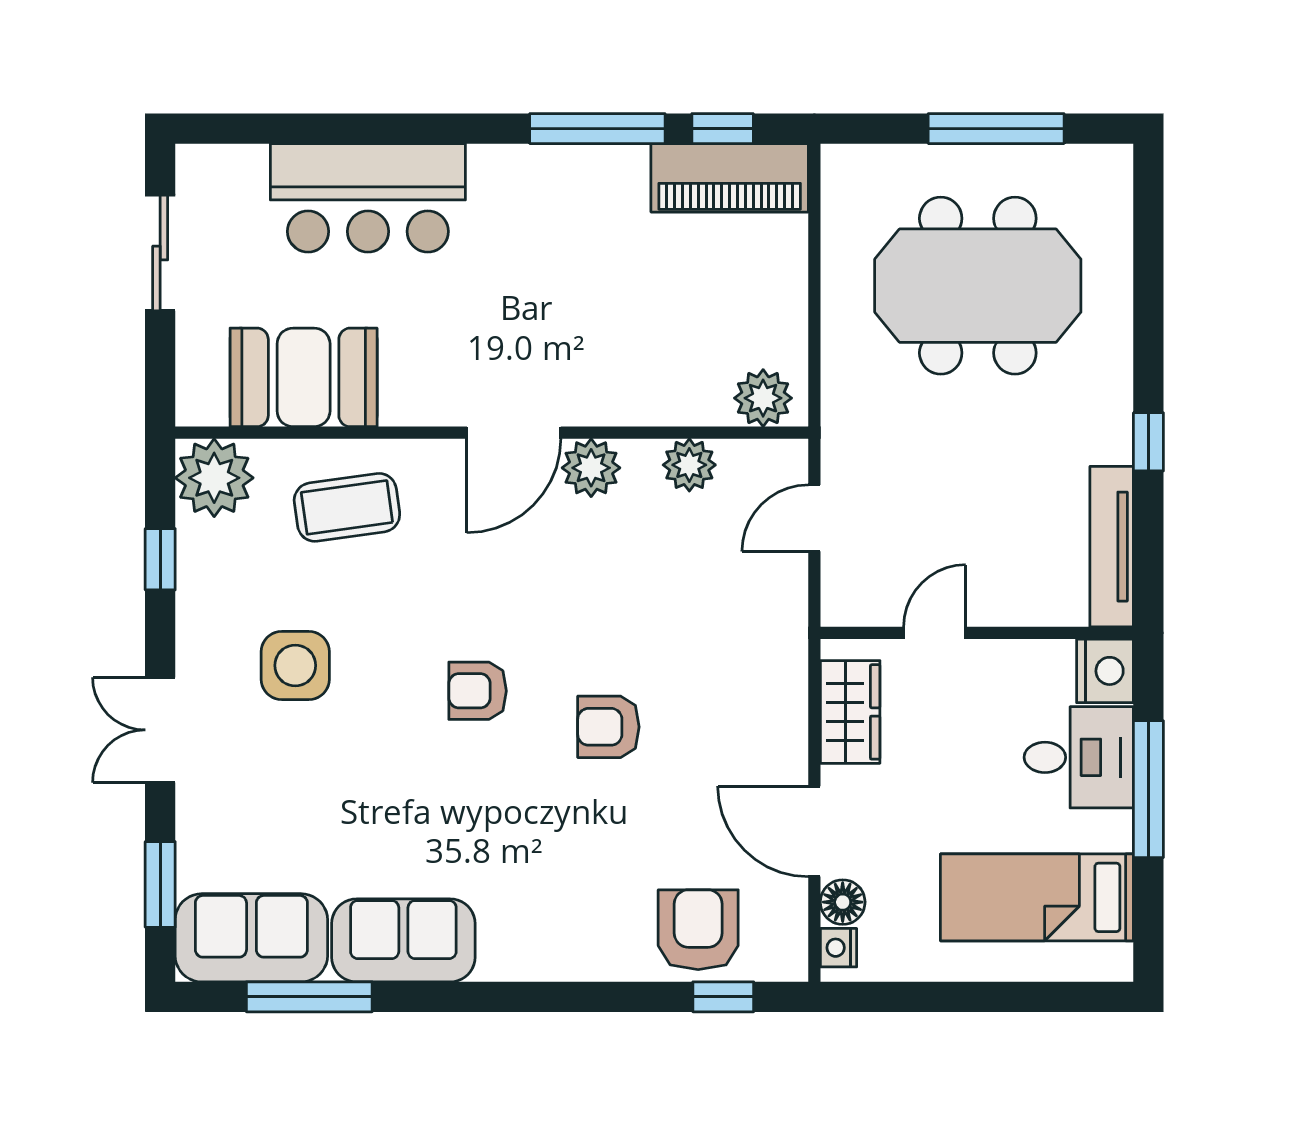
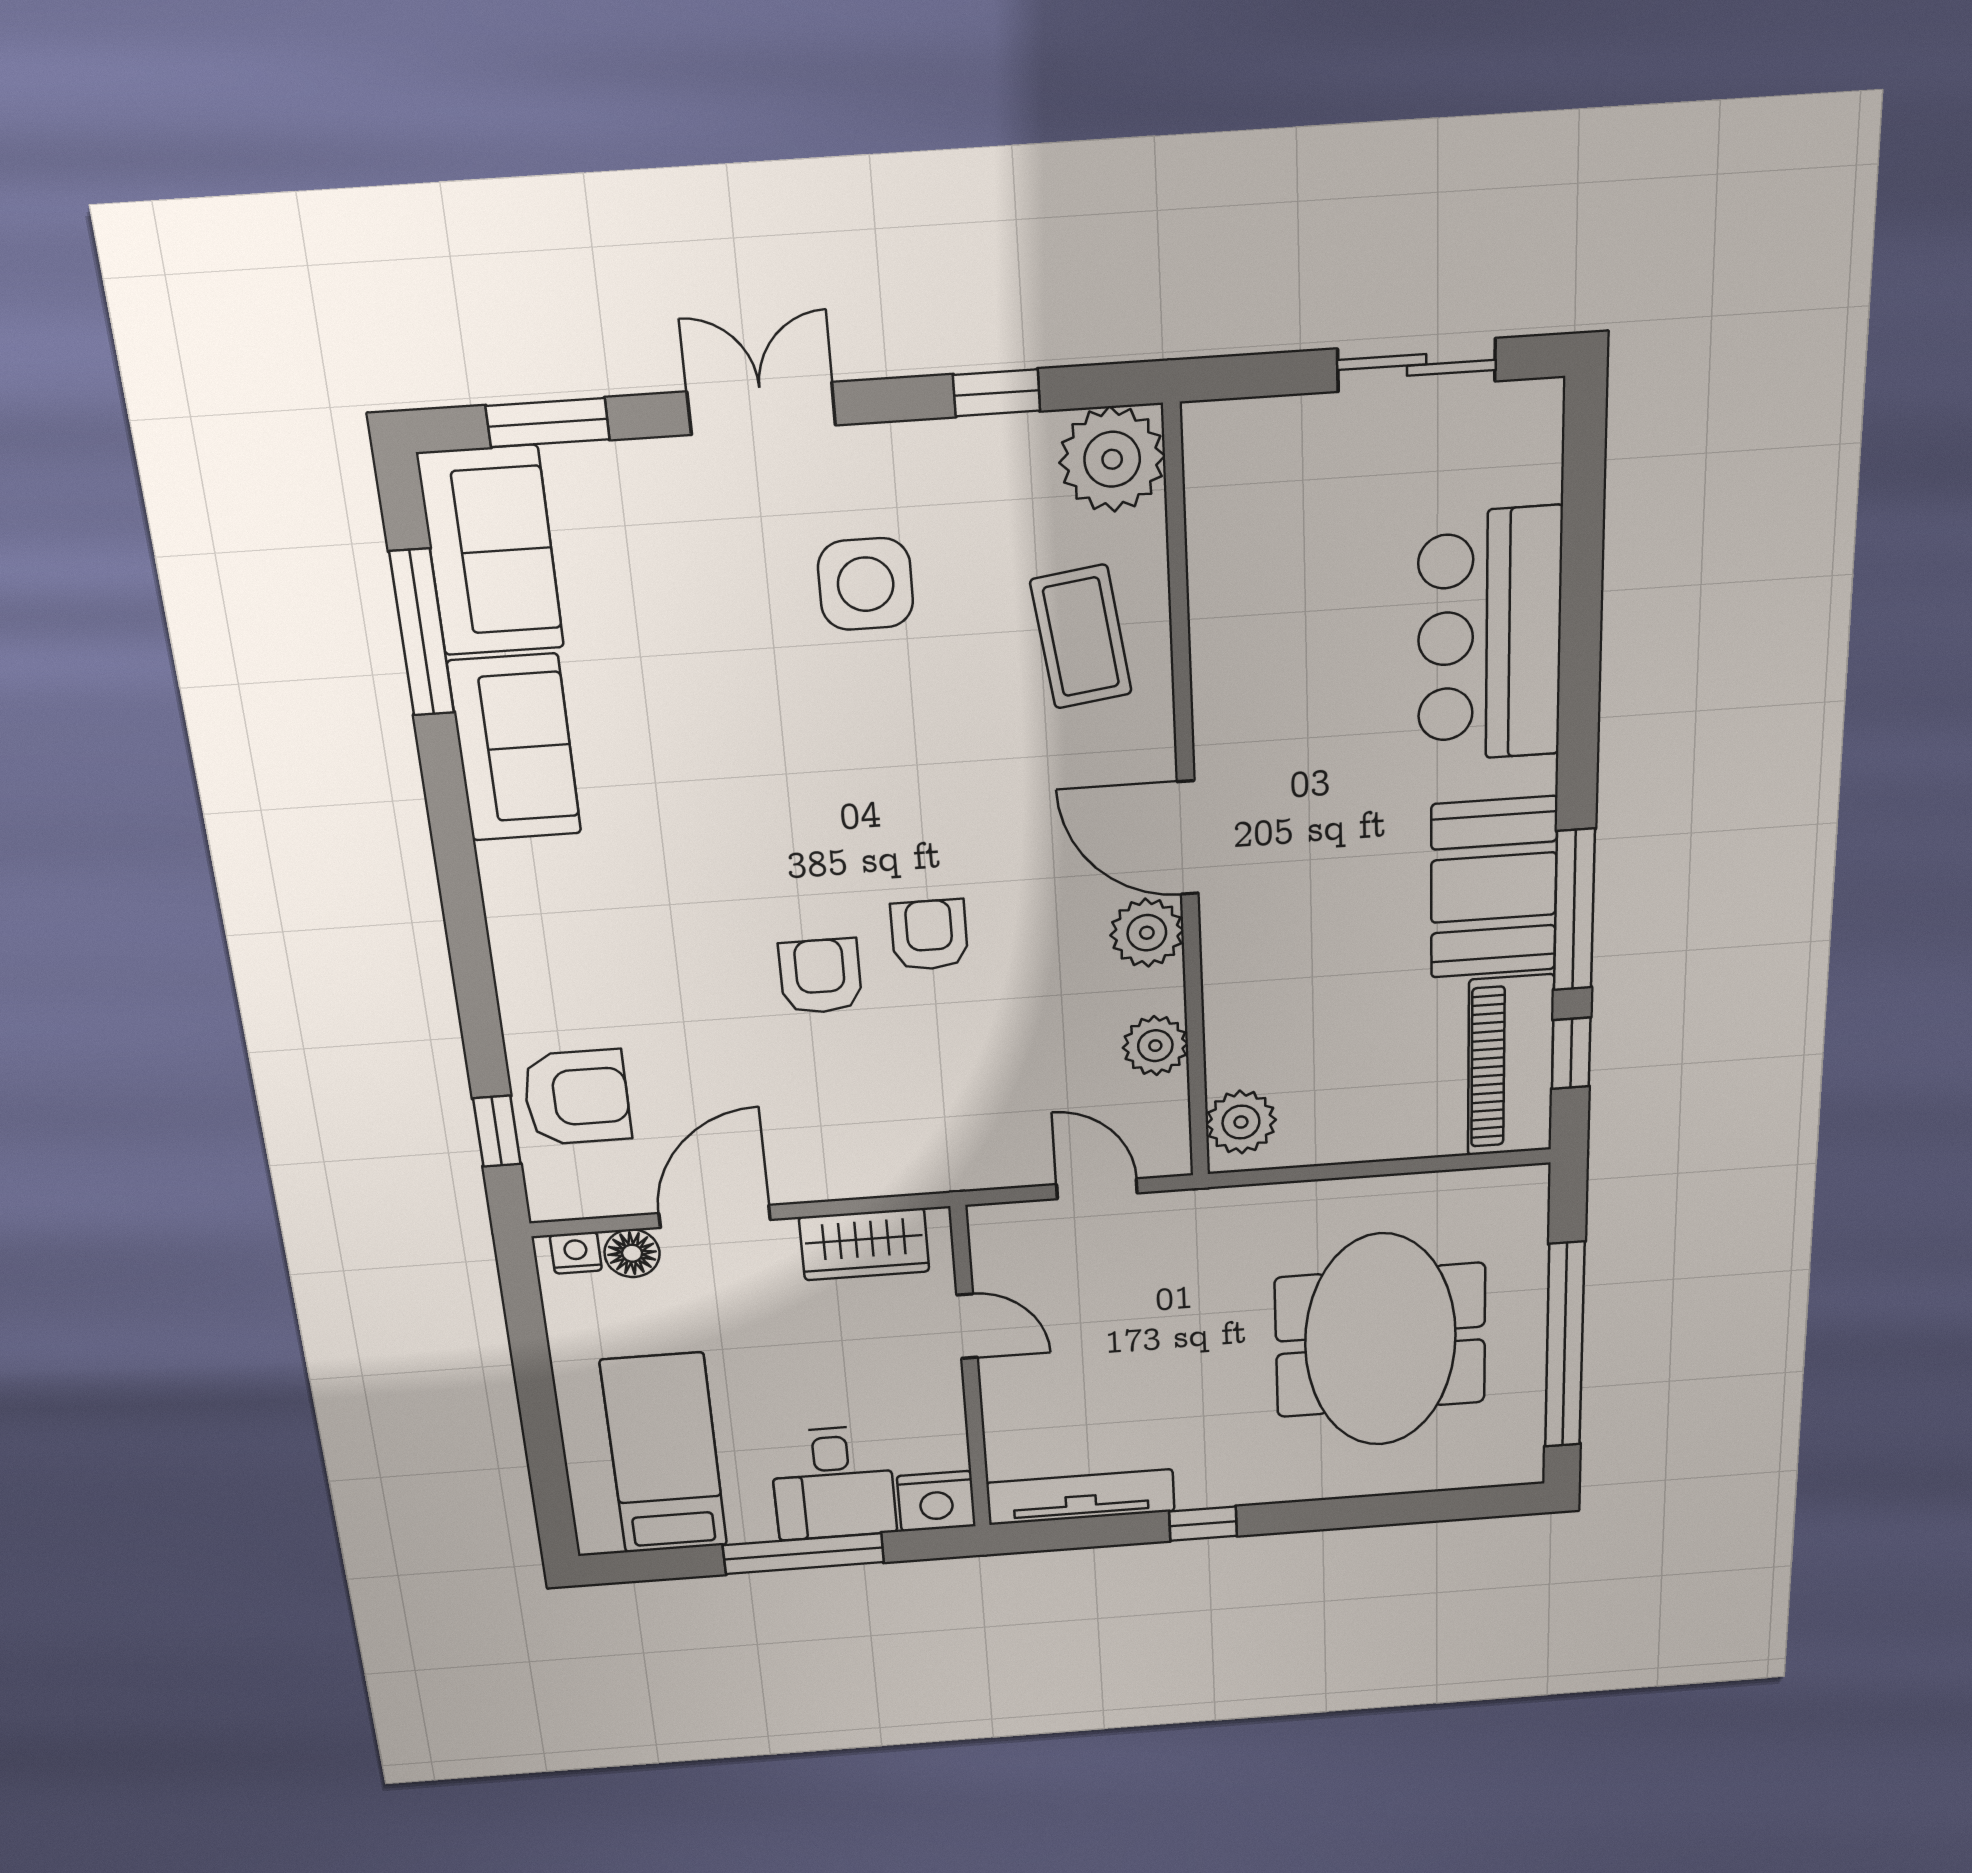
window: (996, 129) -> (1565, 1345), width x1.46
booth: (304, 377) -> (1494, 888), moved
armchair: (478, 691) -> (929, 935), moved

